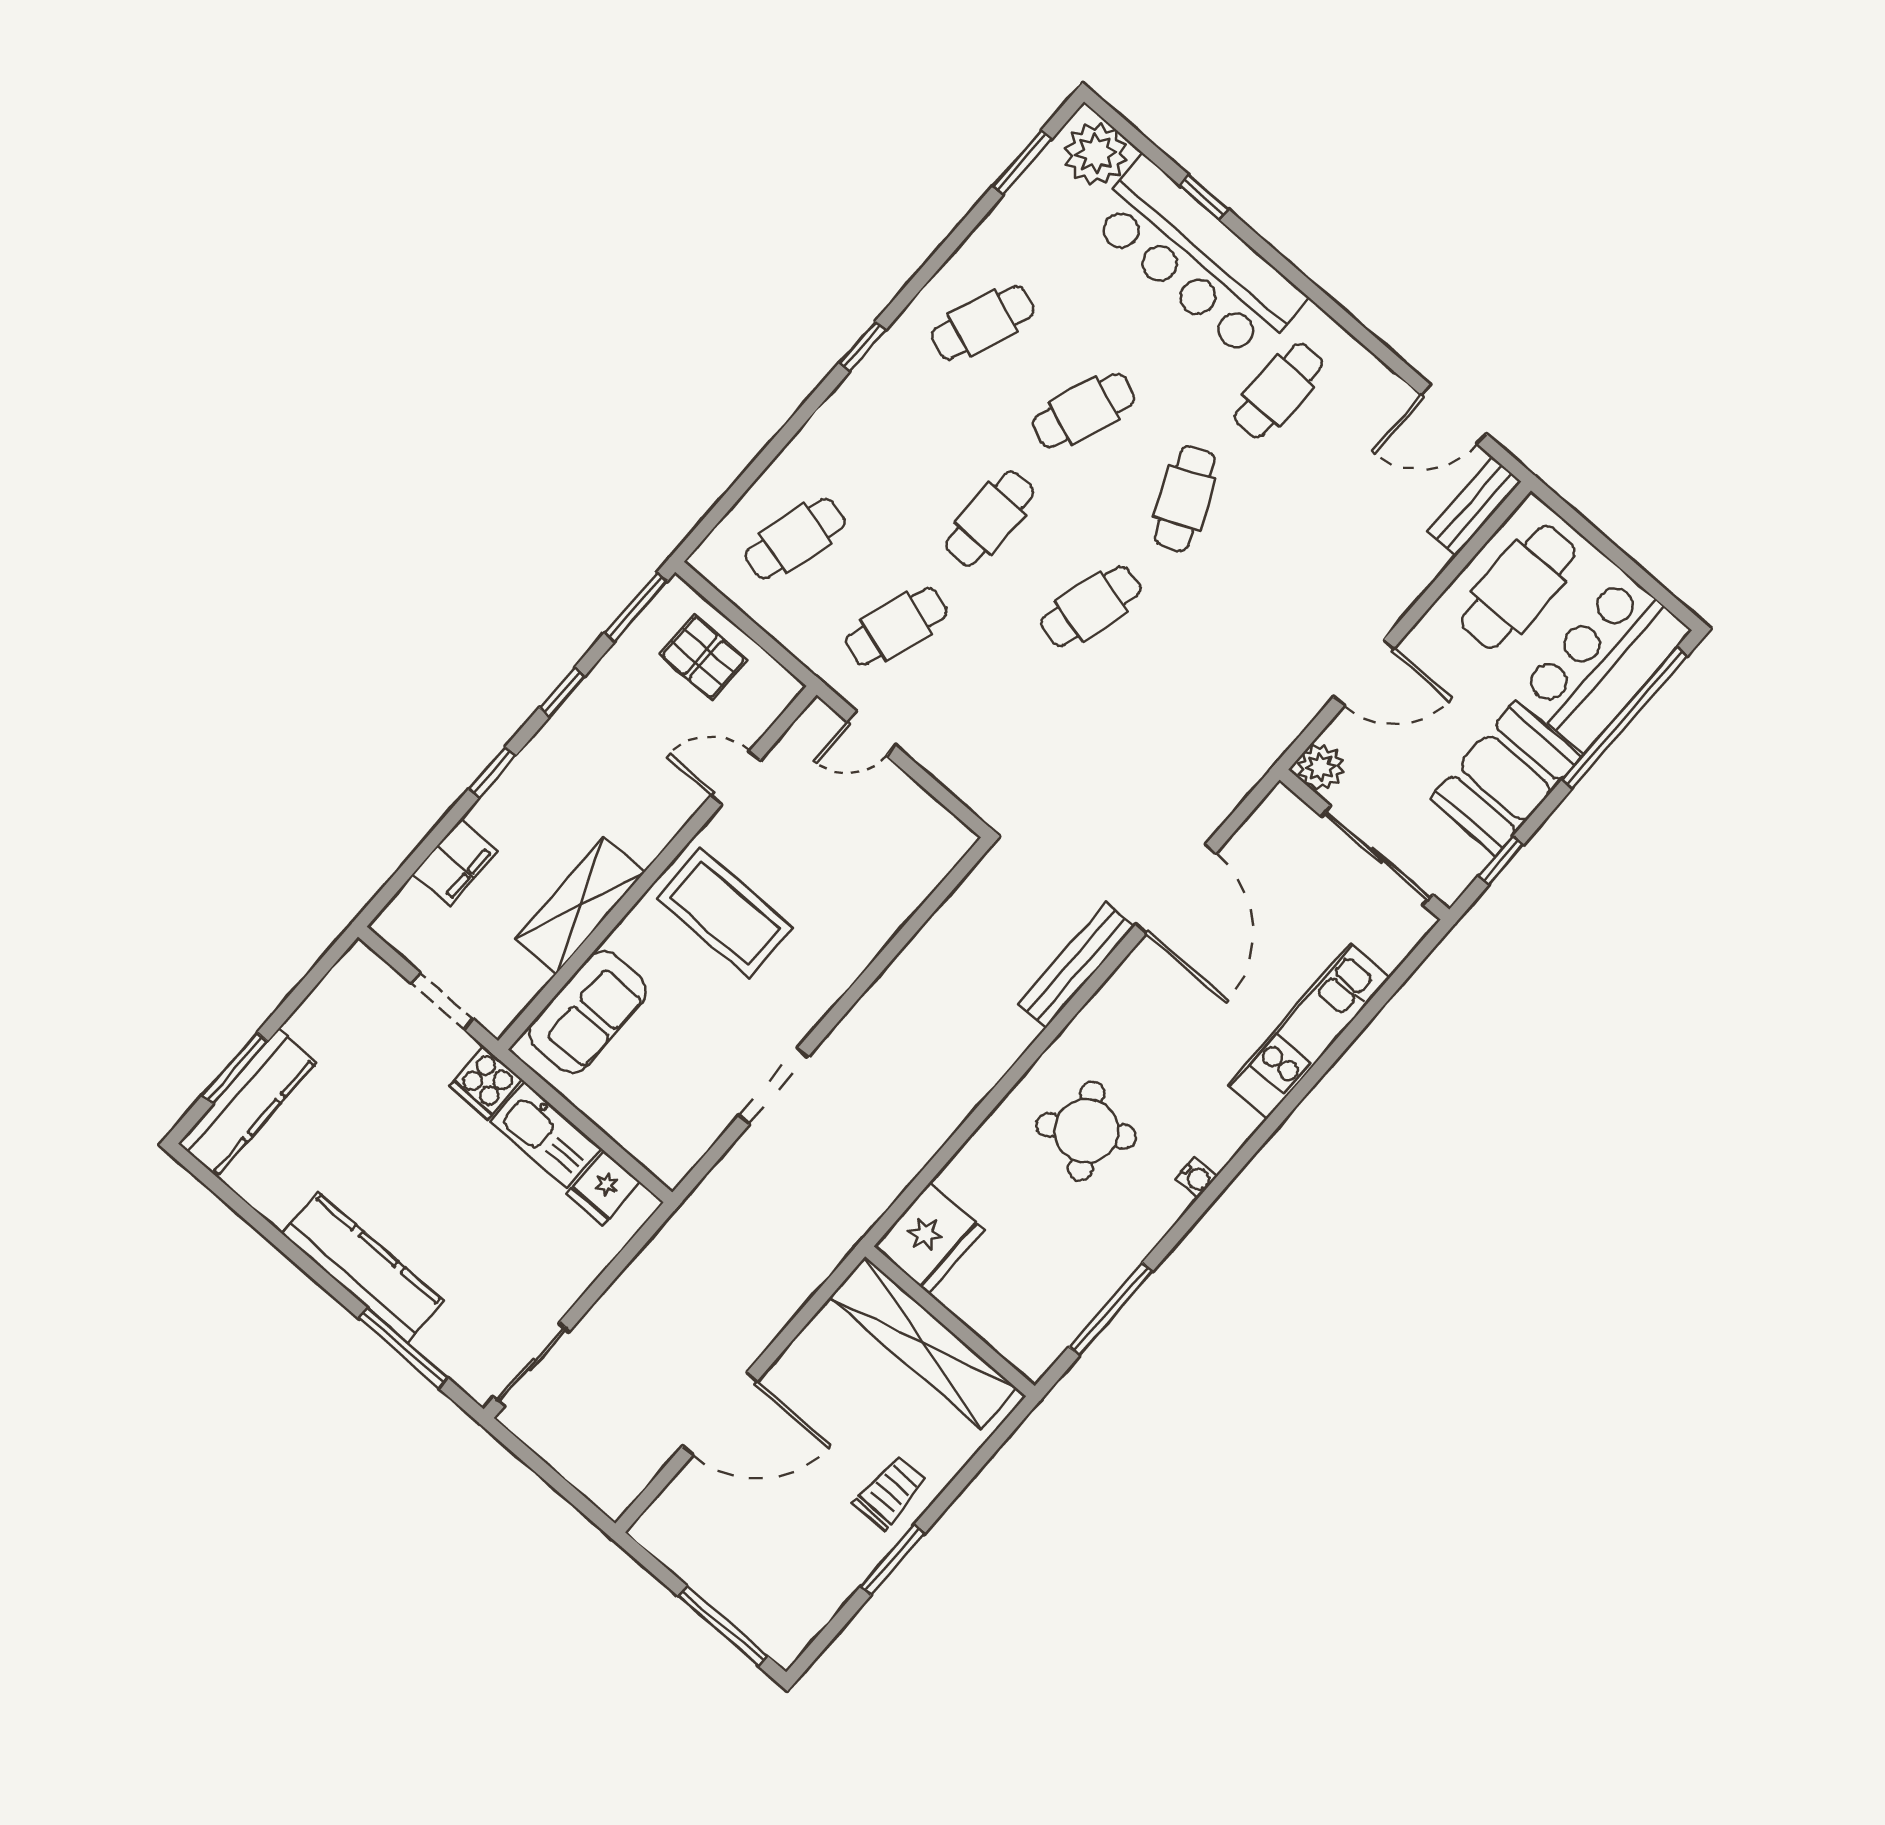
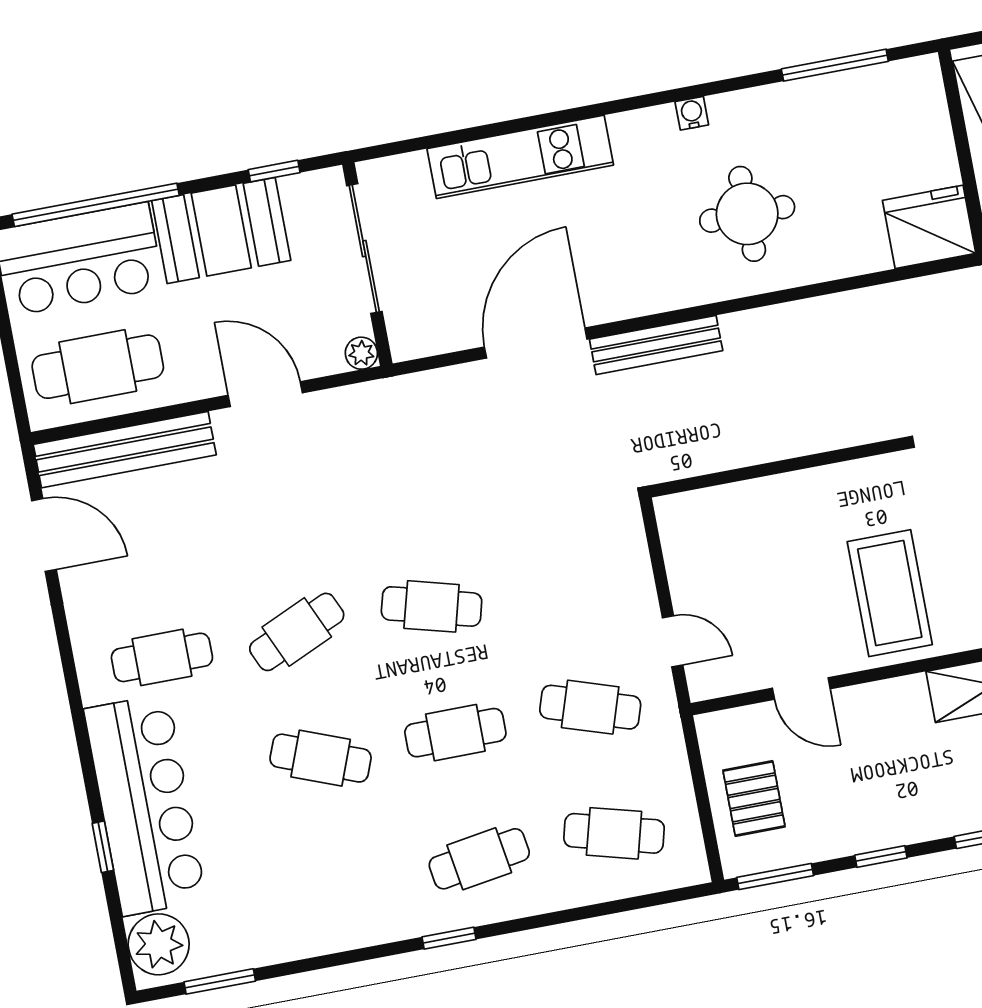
cafe table: (983, 323) -> (479, 859), moved, turned -30
bench: (1474, 507) -> (125, 450), width x1.86, depth x1.21
plant: (1321, 767) -> (361, 353), width x0.73, depth x0.73
round table: (1086, 1131) -> (747, 214), turned 32

